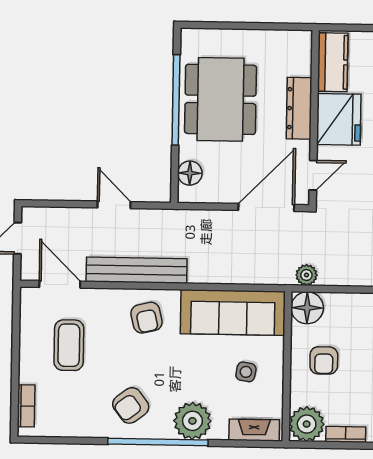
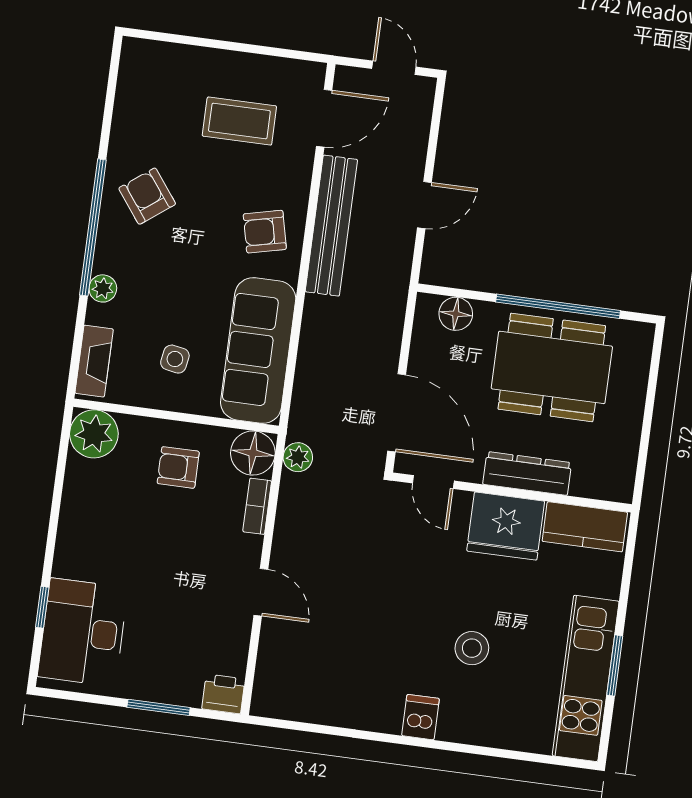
bookcase: (26, 406) -> (163, 53), removed
plant: (192, 421) -> (103, 288), width x0.53, depth x0.53
bookcase: (346, 434) -> (257, 506), moved, turned 180

